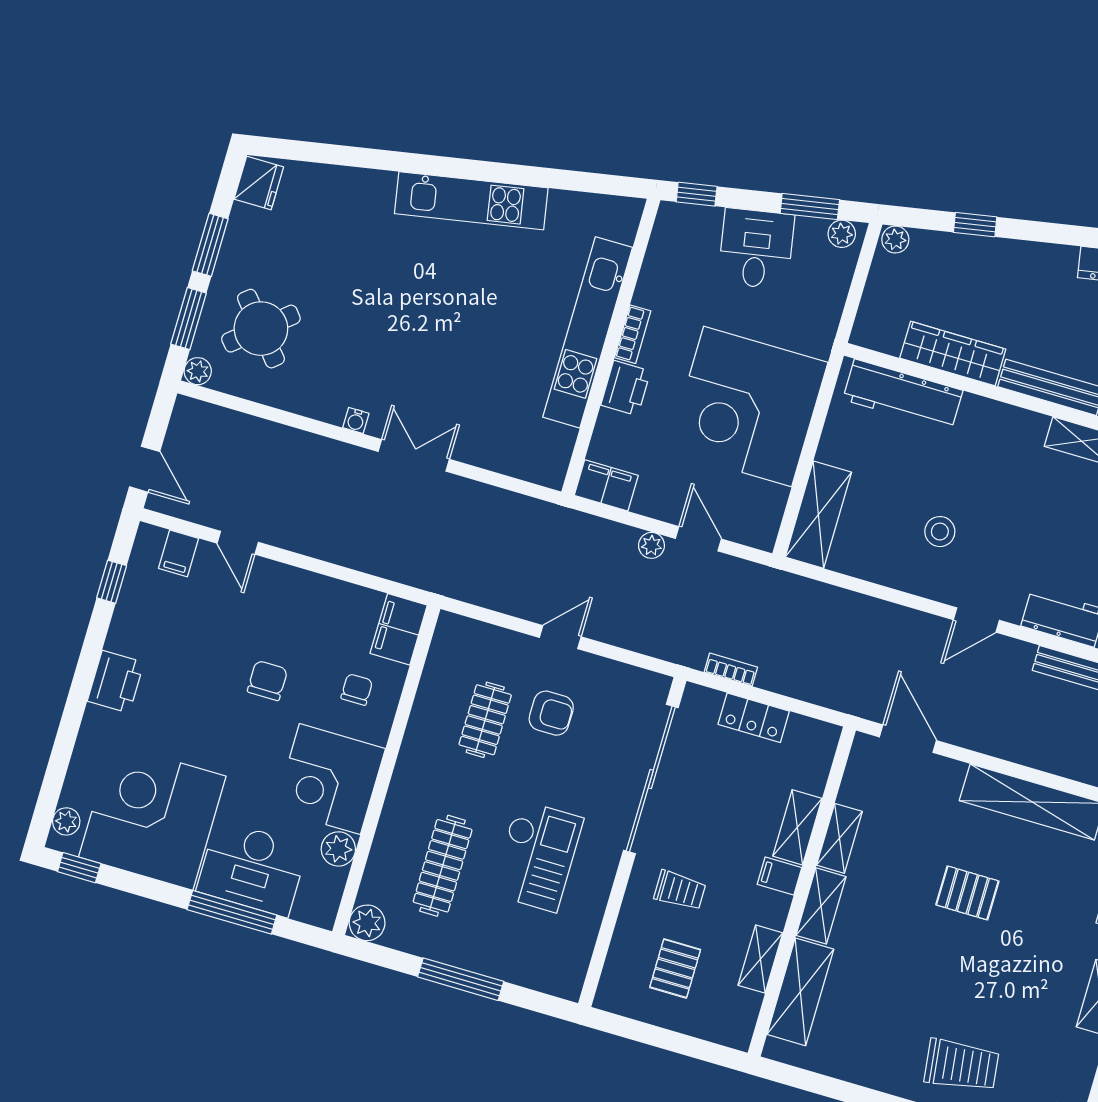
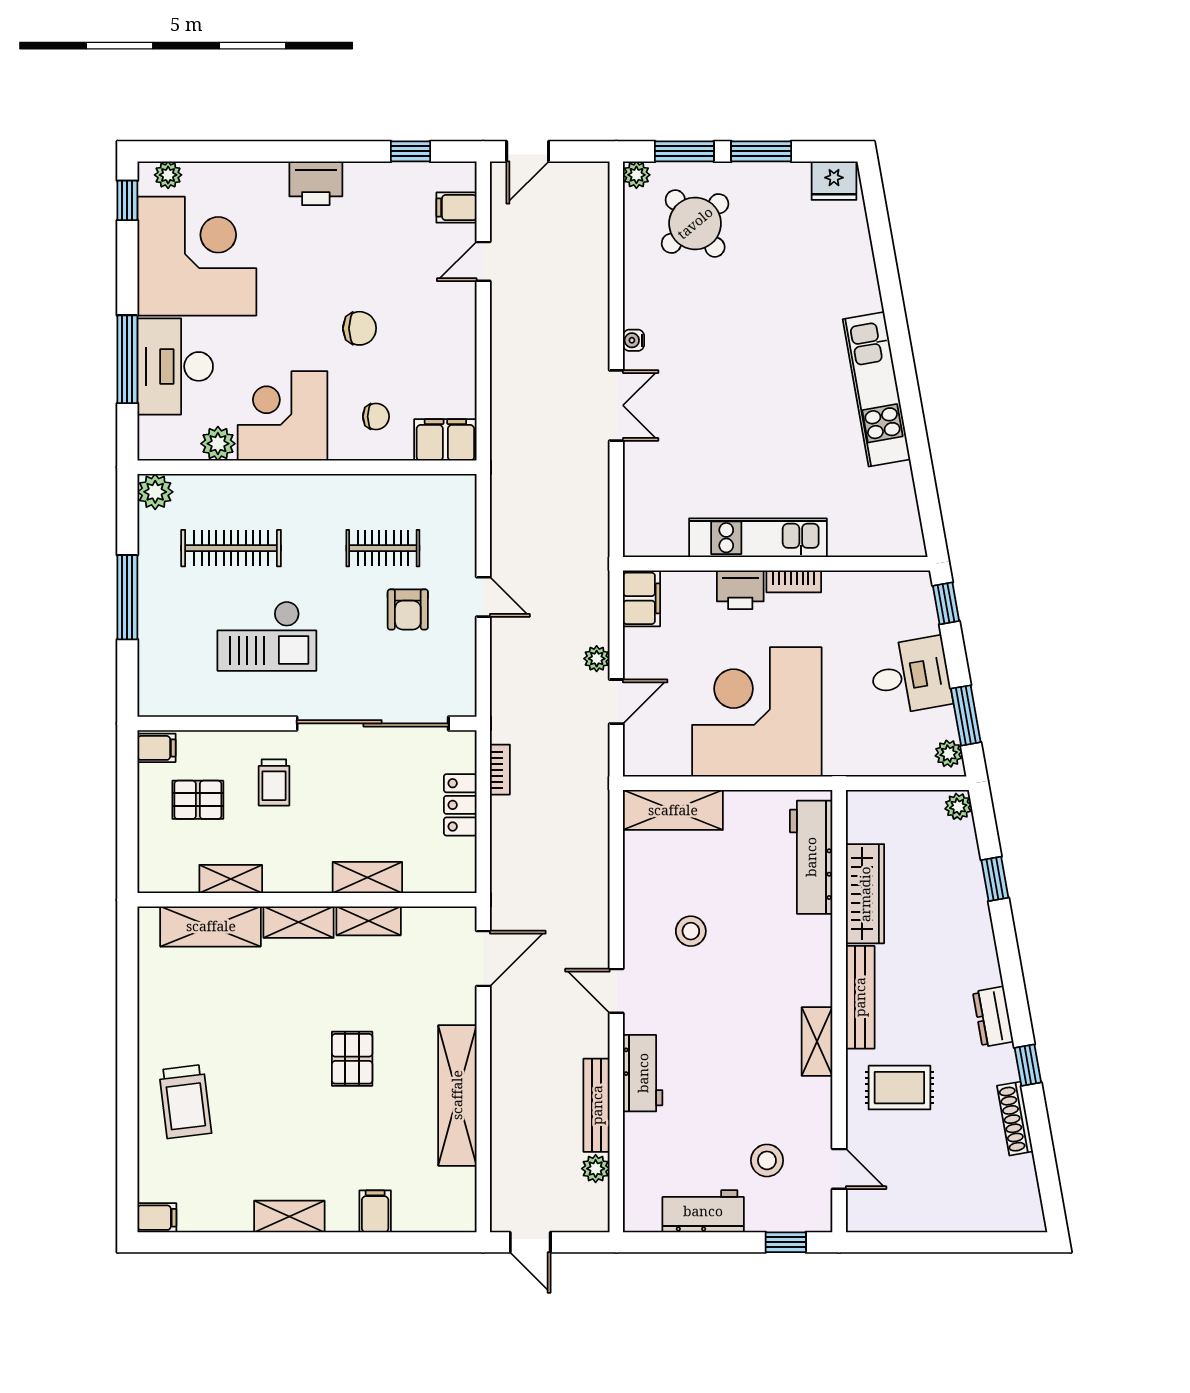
kitchen unit: (588, 332) -> (758, 538), width x0.73
filing cabinet: (779, 876) -> (156, 748), moved, turned 90

